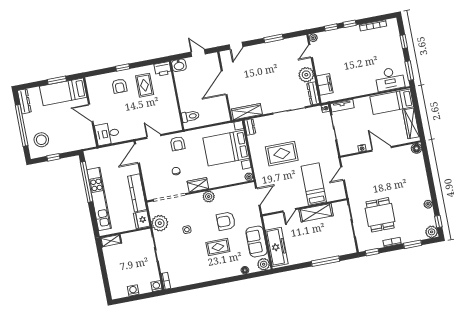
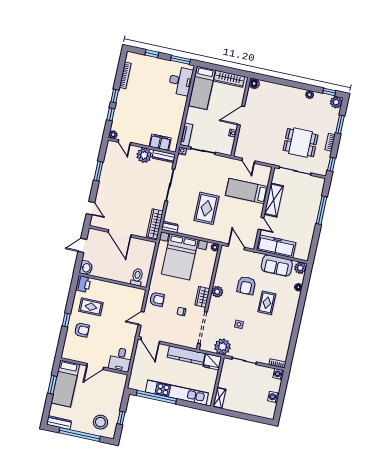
freezer: (277, 247) -> (276, 246), moved

